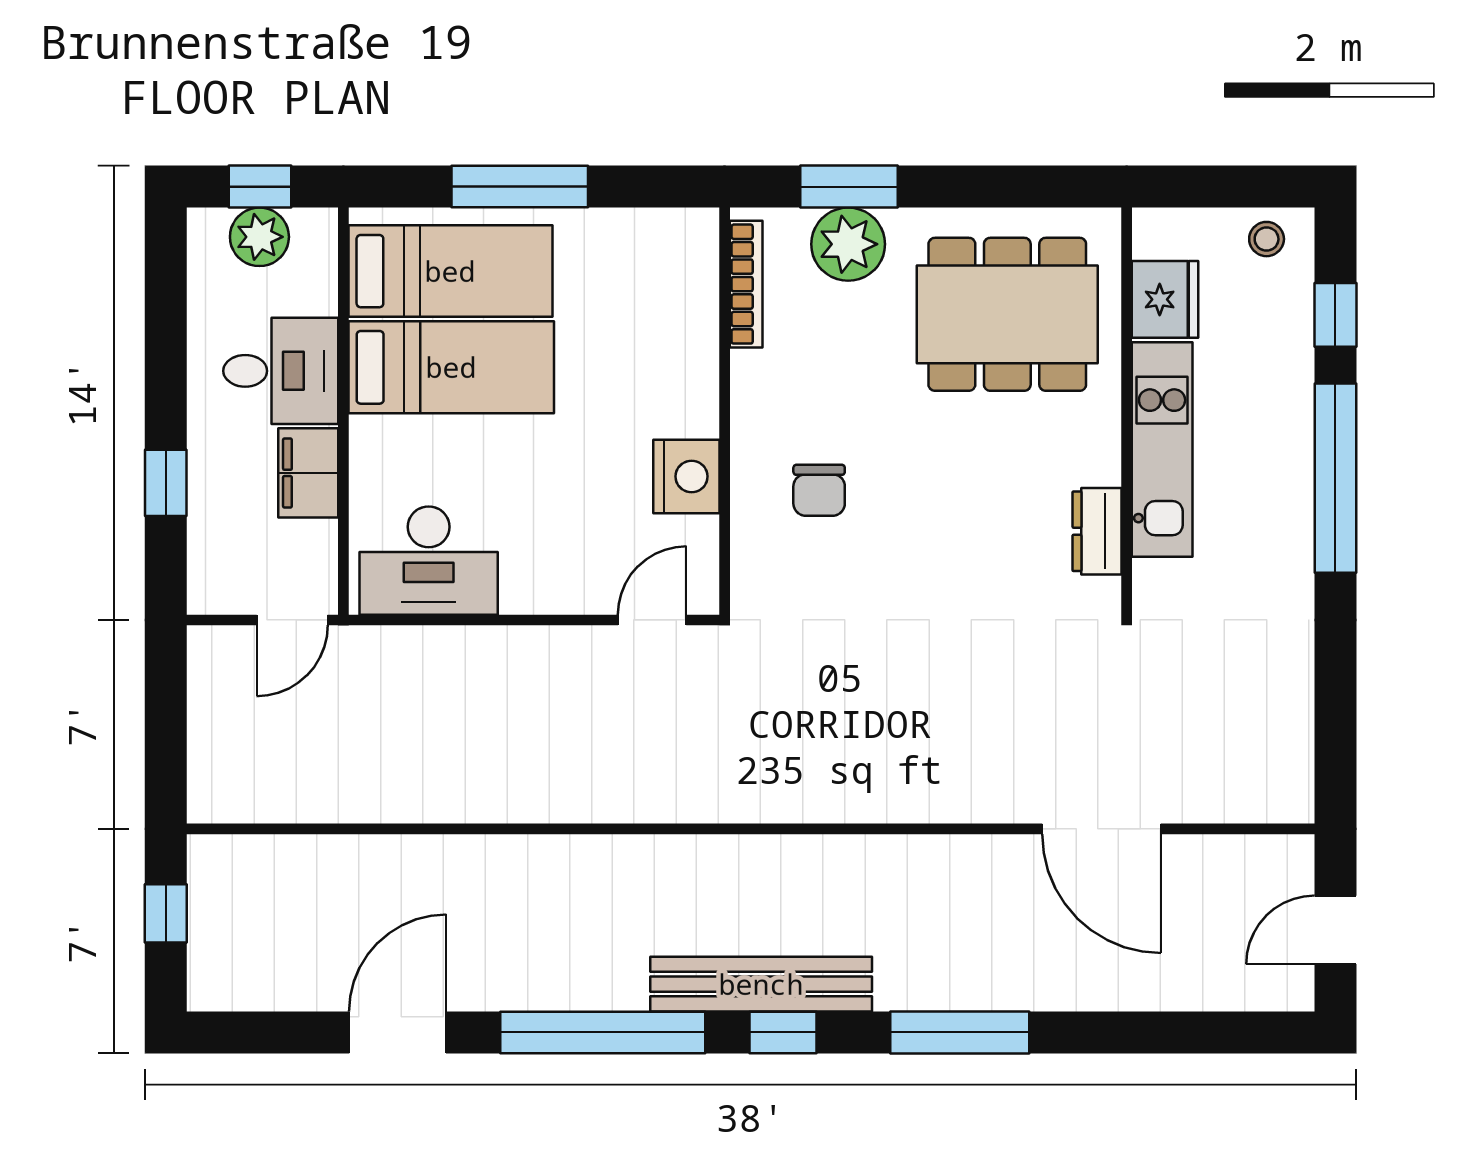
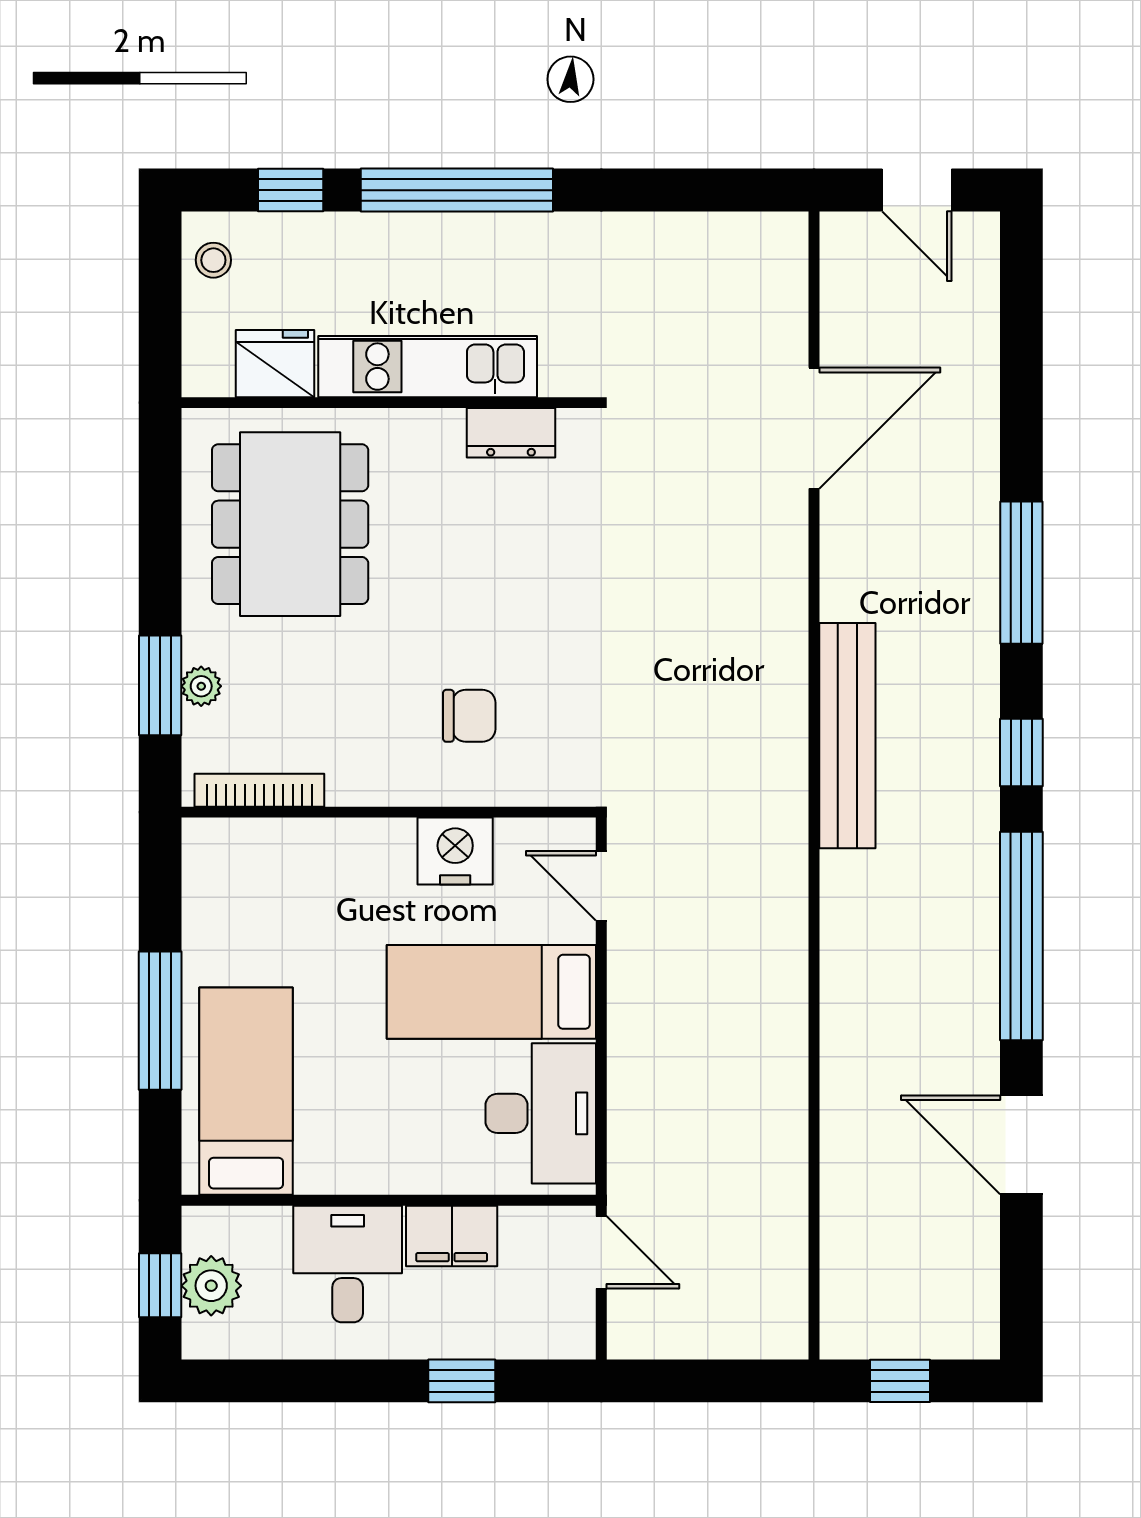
plant: (848, 244) -> (201, 686), width x0.53, depth x0.53
bed: (451, 367) -> (491, 992), moved, turned -90
bench: (761, 984) -> (847, 736), moved

